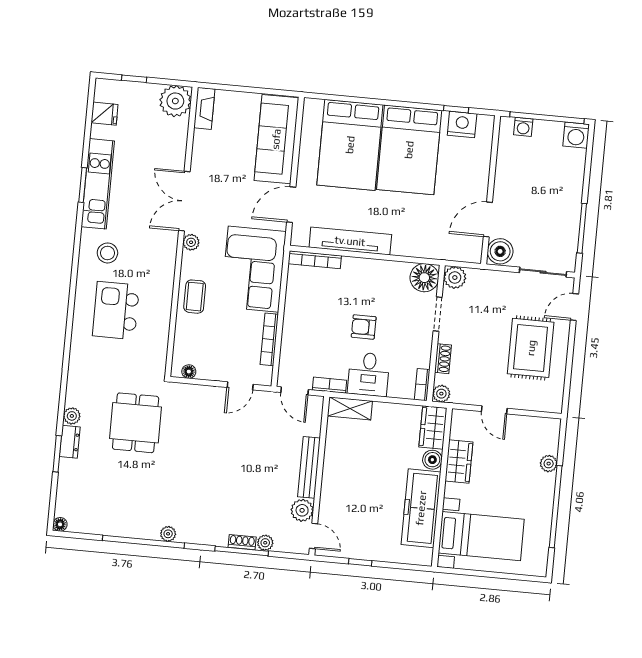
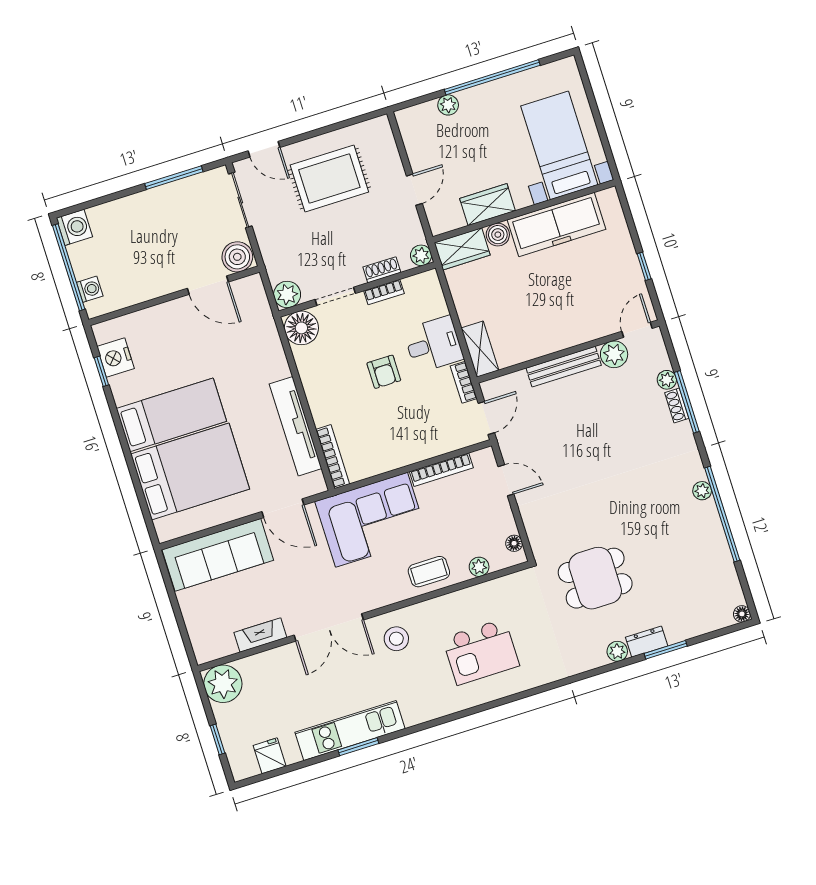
fireplace: (204, 108) -> (260, 635), moved
bed: (409, 150) -> (171, 415), width x0.67
plant: (191, 242) -> (479, 567), moved
stool: (107, 253) -> (396, 639), moved
bookcase: (422, 385) -> (384, 292), moved

